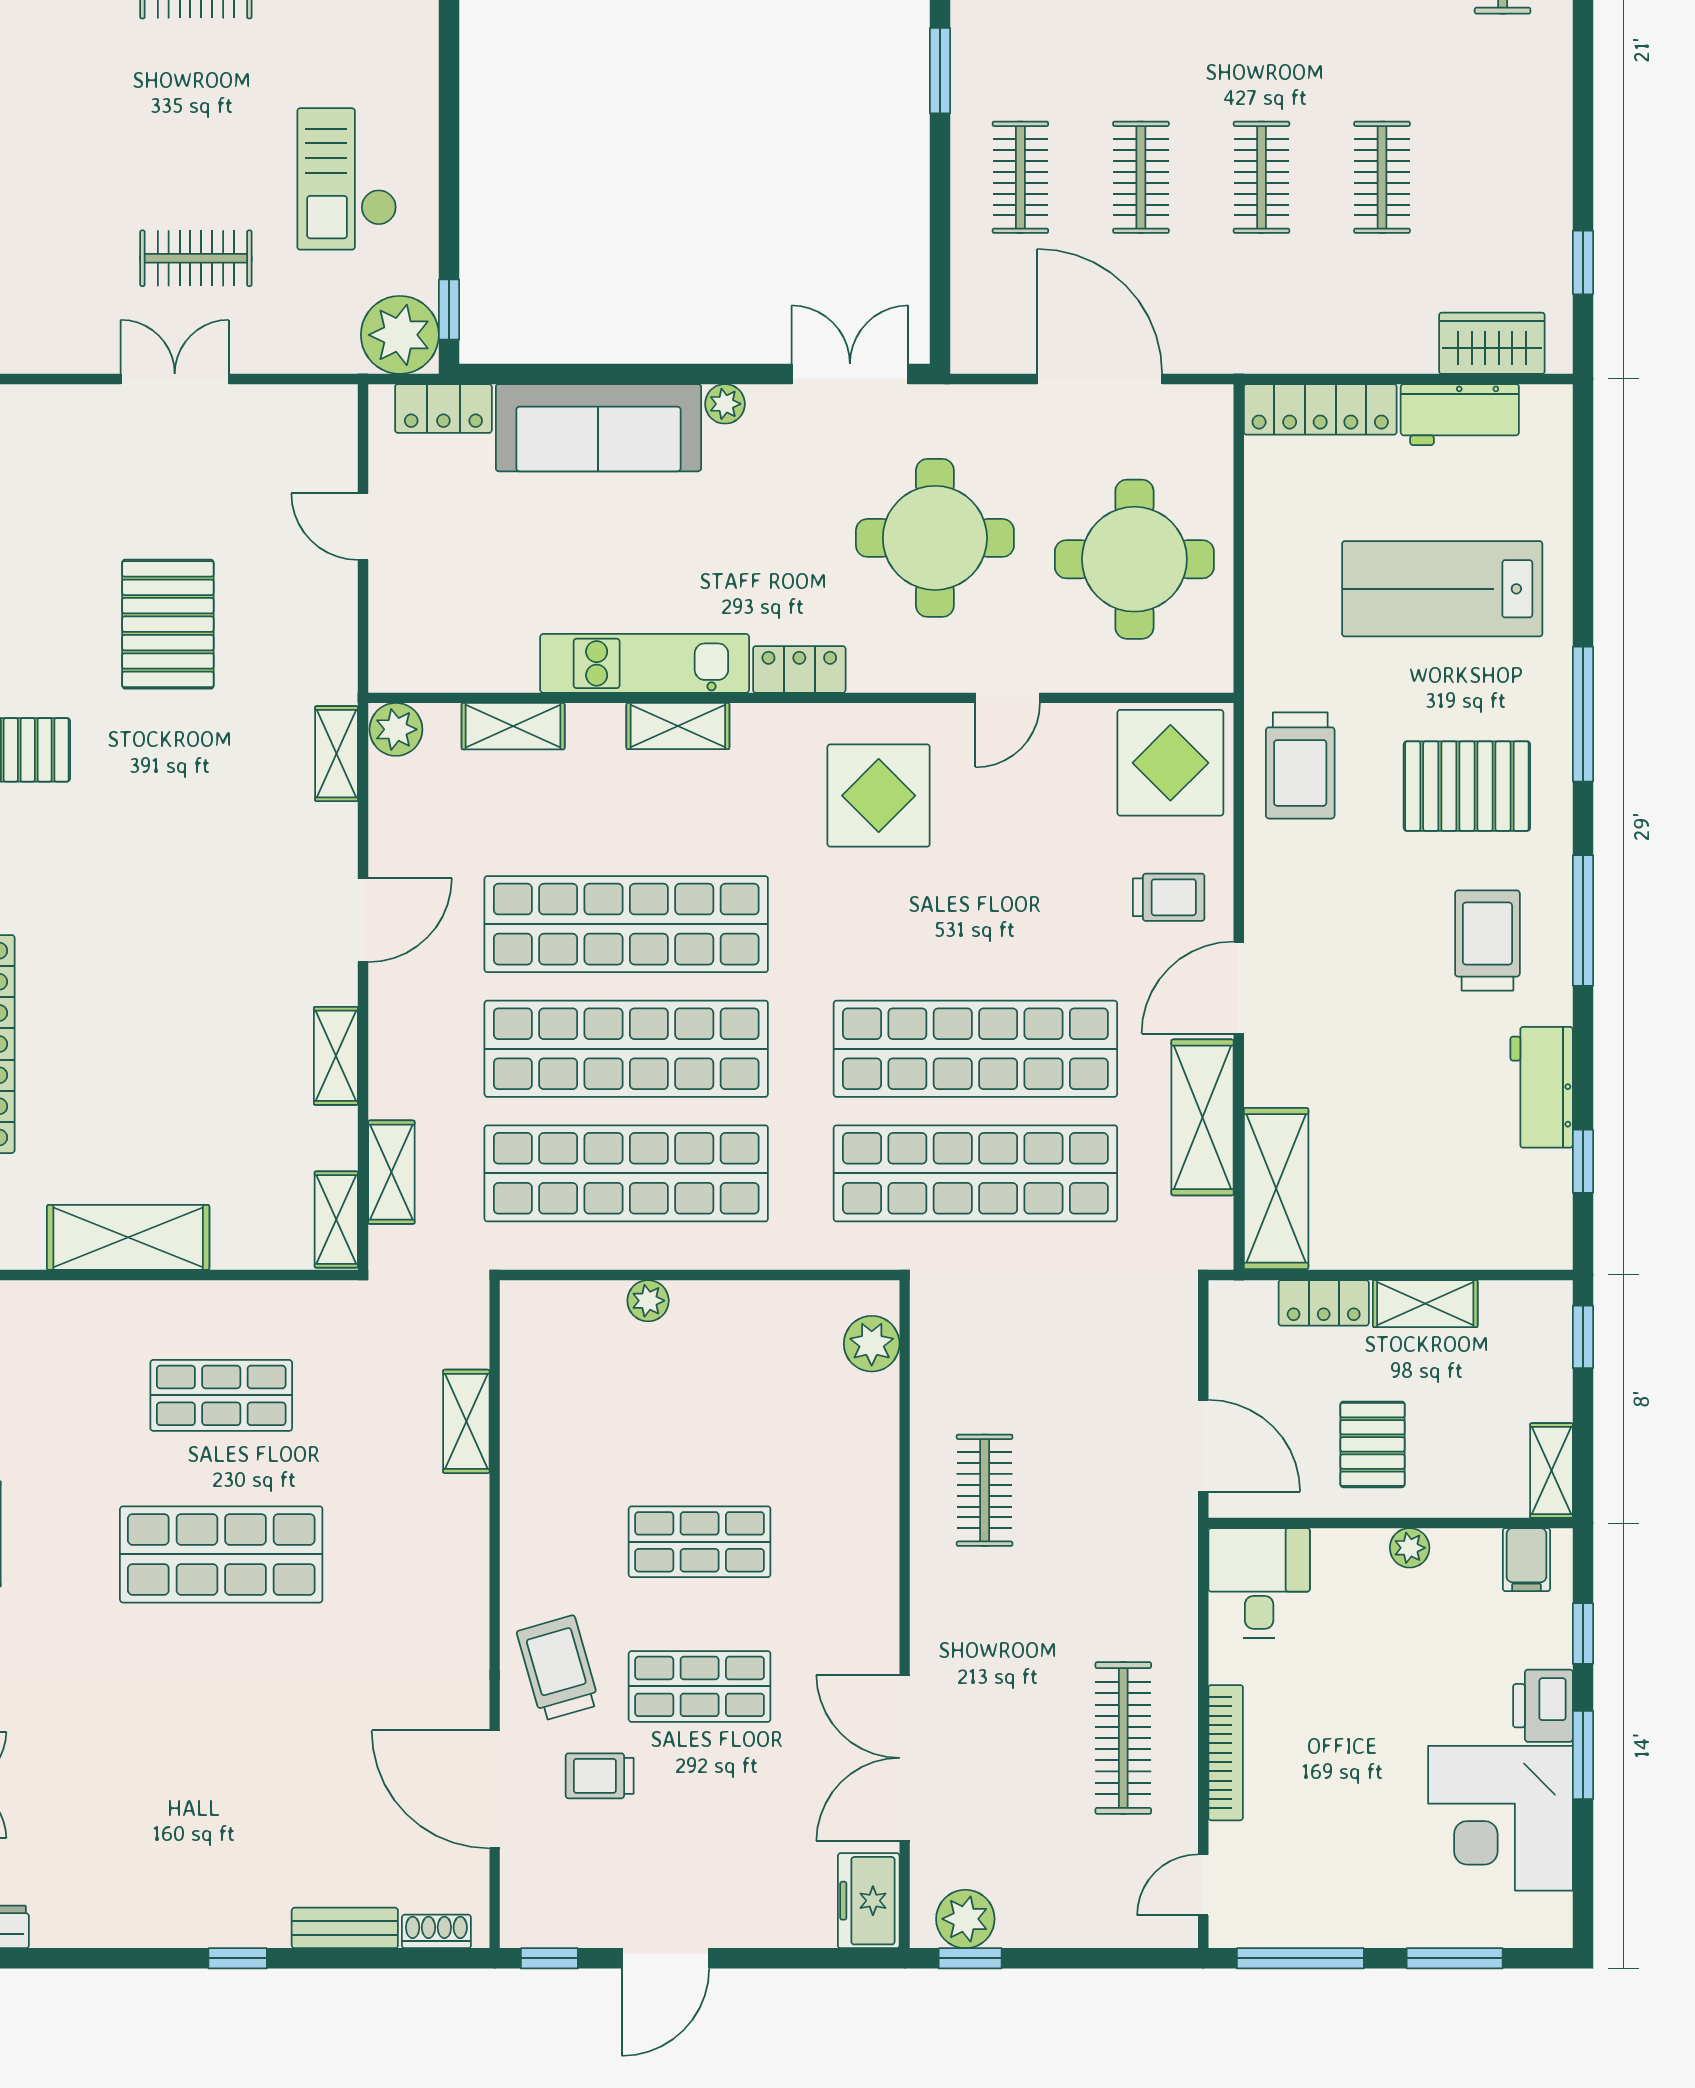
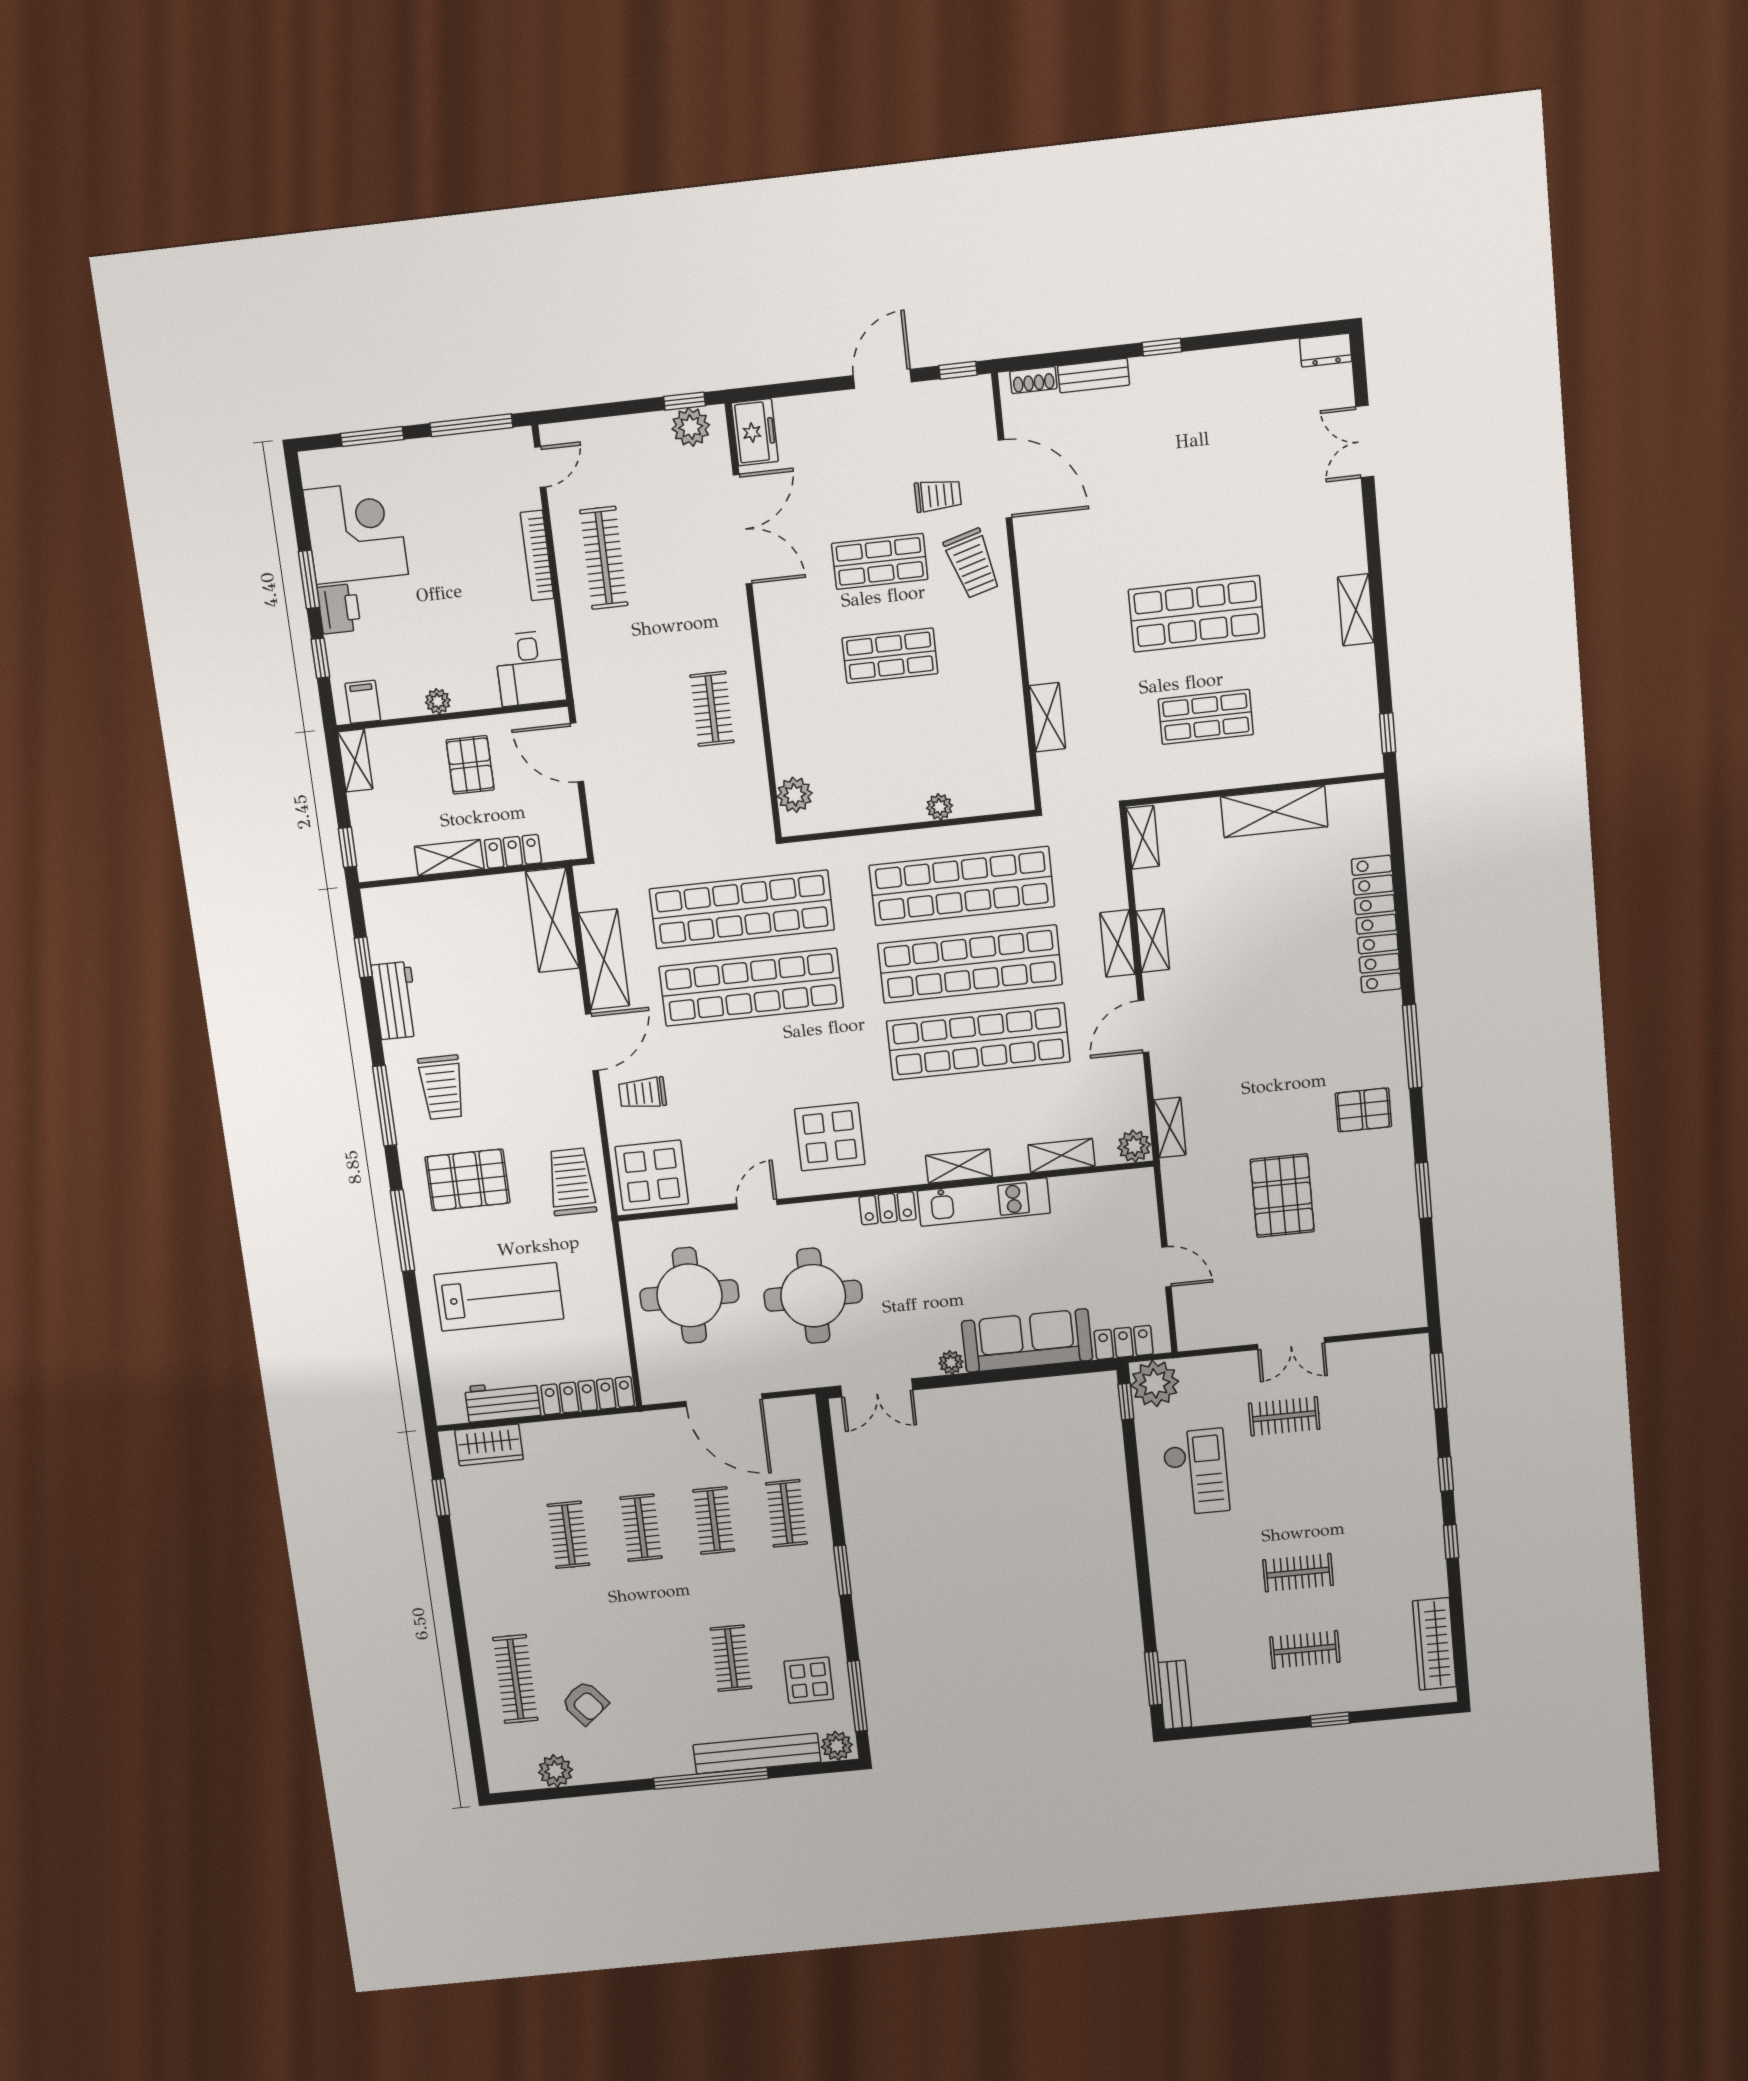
shelving: (391, 1172) -> (1118, 944), moved

